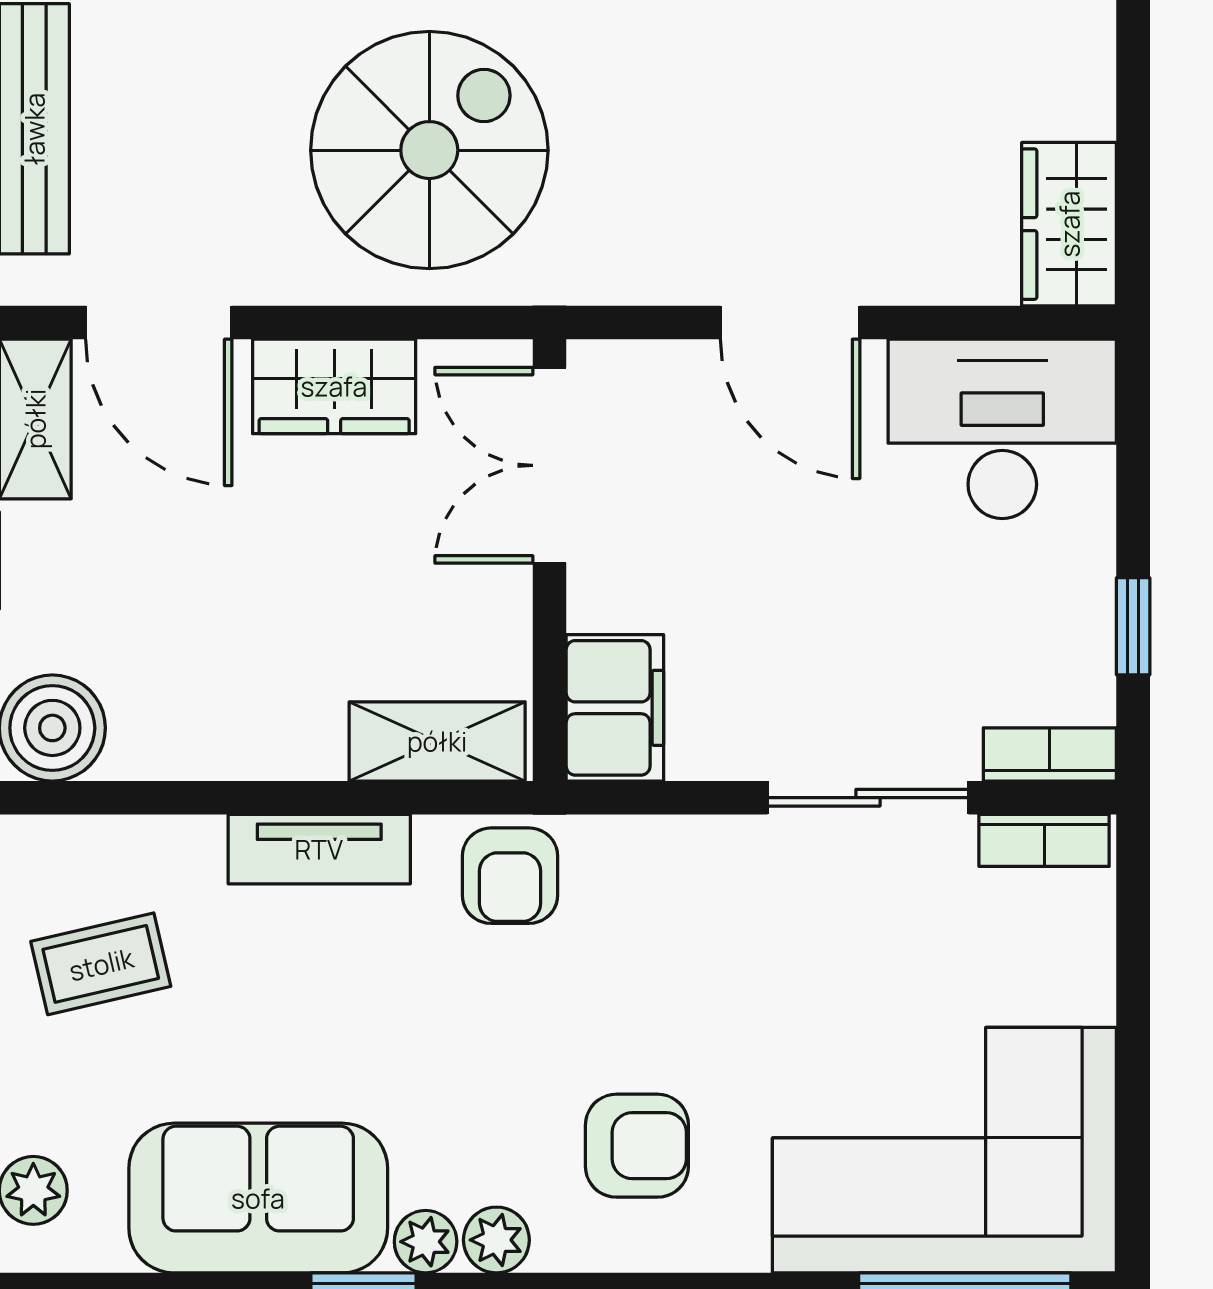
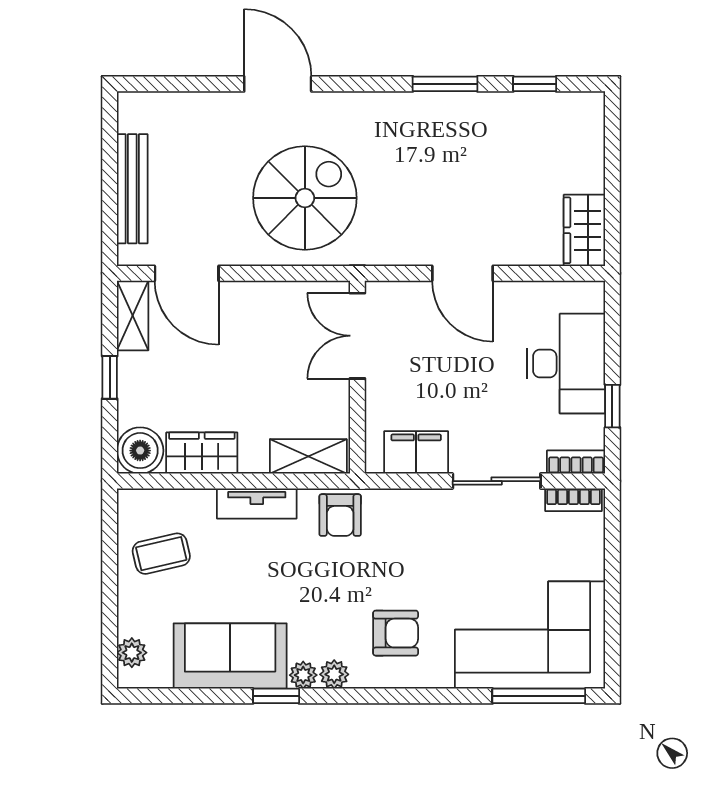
wardrobe: (334, 386) -> (202, 453), moved, turned 180
desk: (1002, 429) -> (566, 364), moved, turned 90
filing cabinet: (615, 708) -> (416, 452), moved, turned -90

